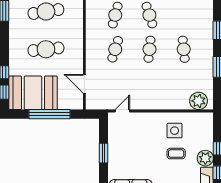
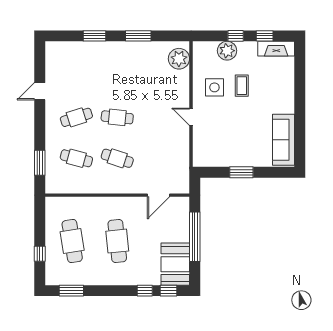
cafe table: (184, 49) -> (117, 76), removed
booth: (33, 93) -> (175, 264), width x0.73, depth x0.70
door: (122, 111) -> (191, 117), moved
plant: (205, 158) -> (227, 51), moved

